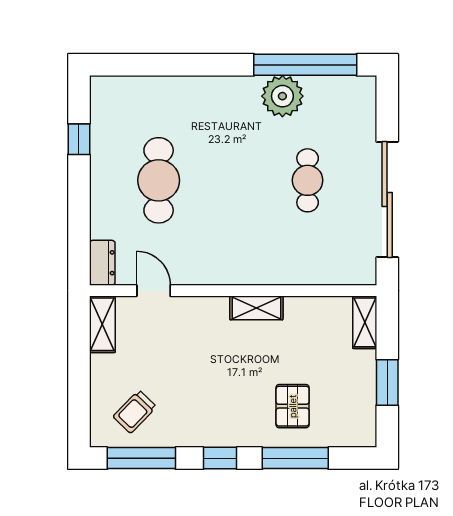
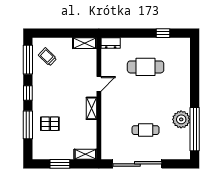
door: (154, 291) -> (99, 84), moved

